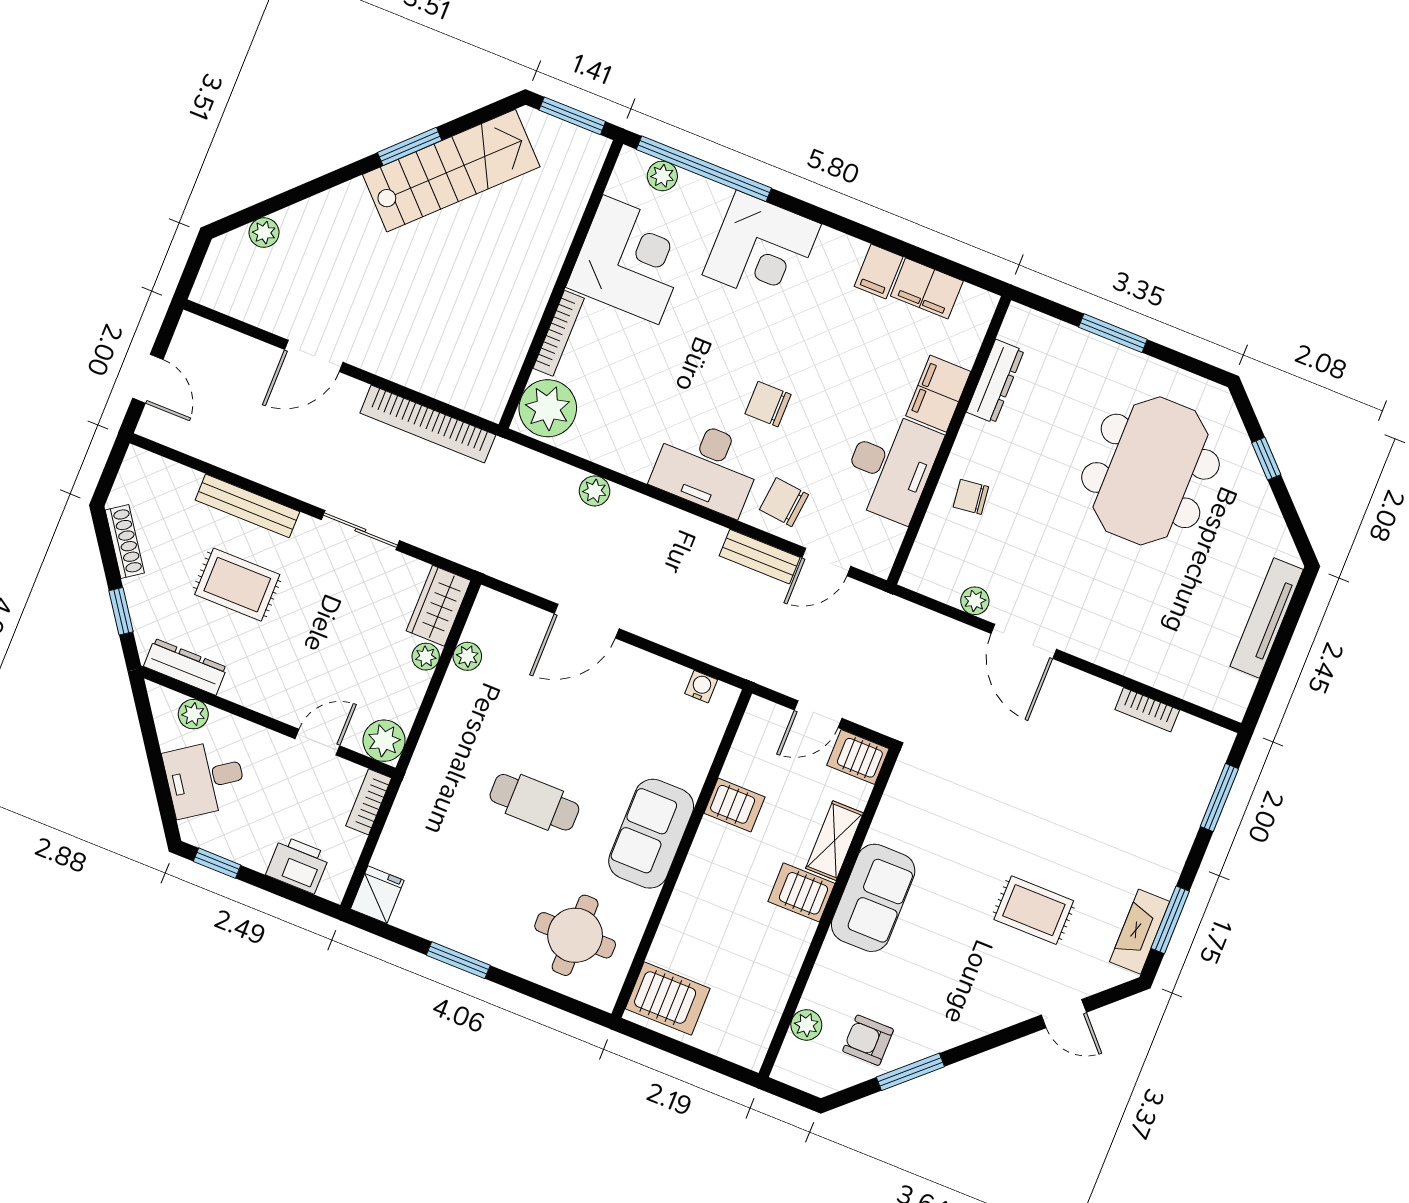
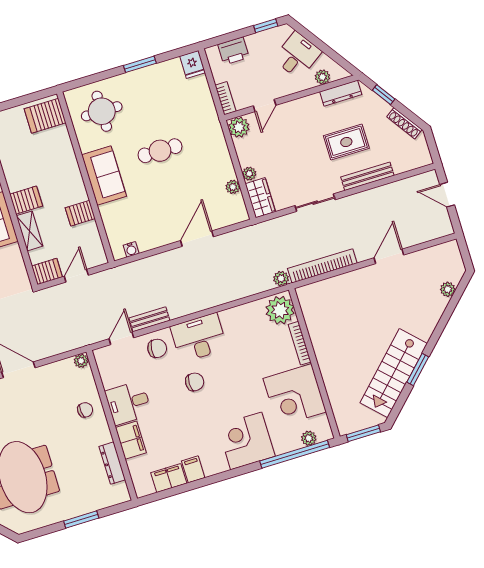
desk: (891, 466) -> (128, 403), width x0.73
plant: (595, 491) -> (281, 279), moved
plant: (975, 601) -> (81, 361), moved

